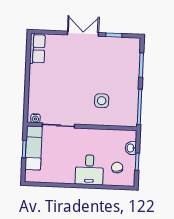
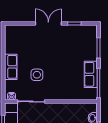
row of seats: (37, 49) -> (11, 67), moved
row of seats: (131, 96) -> (91, 74), added
side table: (102, 101) -> (37, 75), moved

